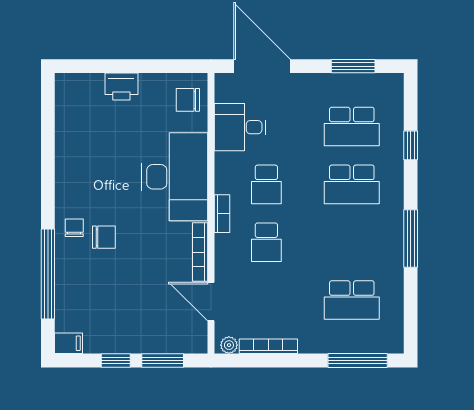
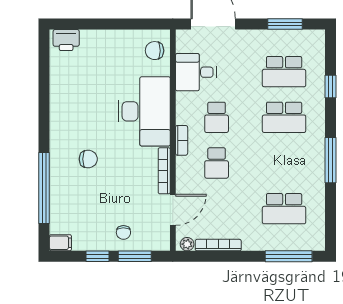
printer: (121, 87) -> (66, 40), moved
chair: (74, 228) -> (123, 232), moved, turned 180
door: (211, 302) -> (173, 210), swing flipped

